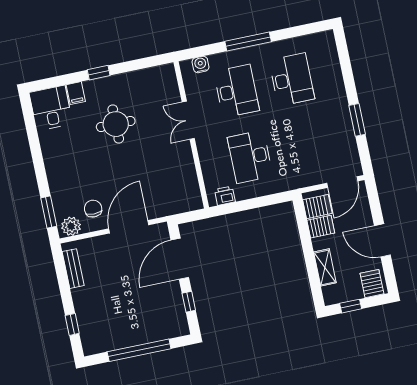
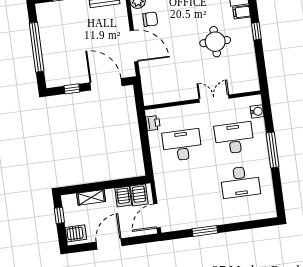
desk: (236, 91) -> (234, 138), turned 180
door: (342, 182) -> (157, 216), hinge flipped

